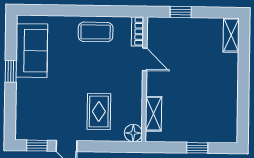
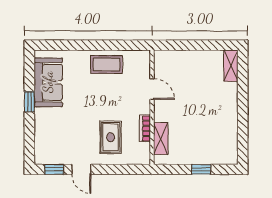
window: (181, 12) -> (184, 45), removed
bookcase: (137, 31) -> (145, 128), moved
floor lamp: (133, 133) -> (142, 157), removed

